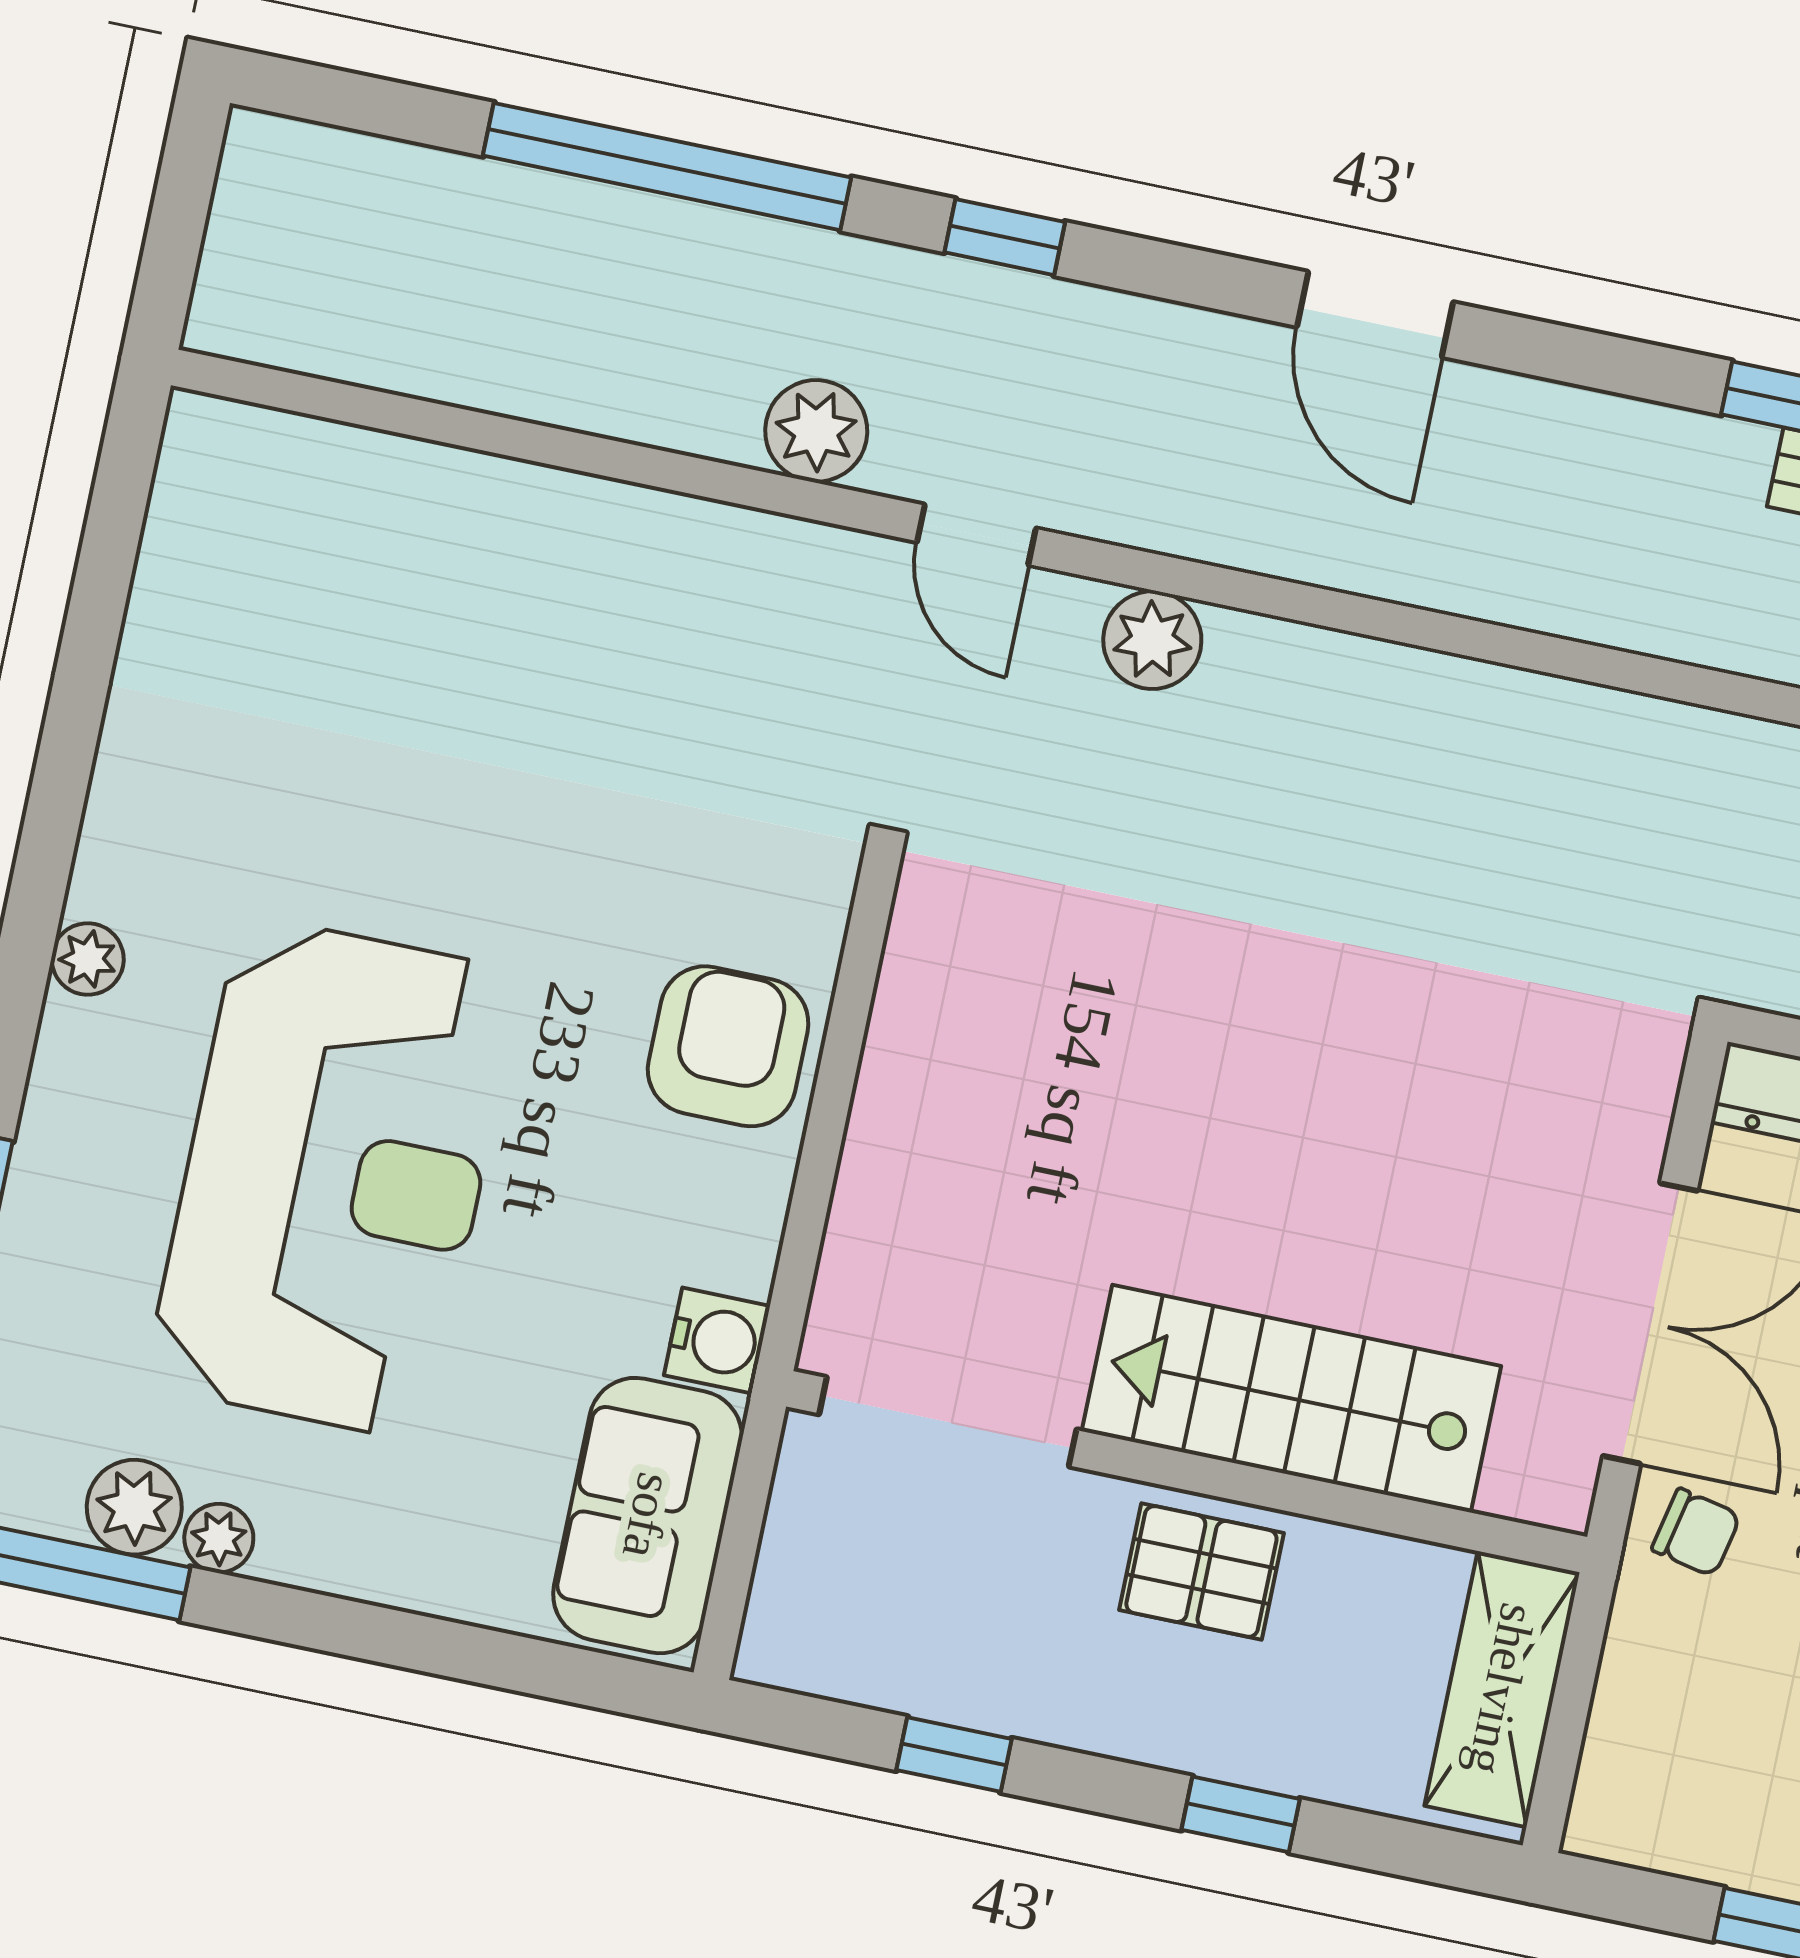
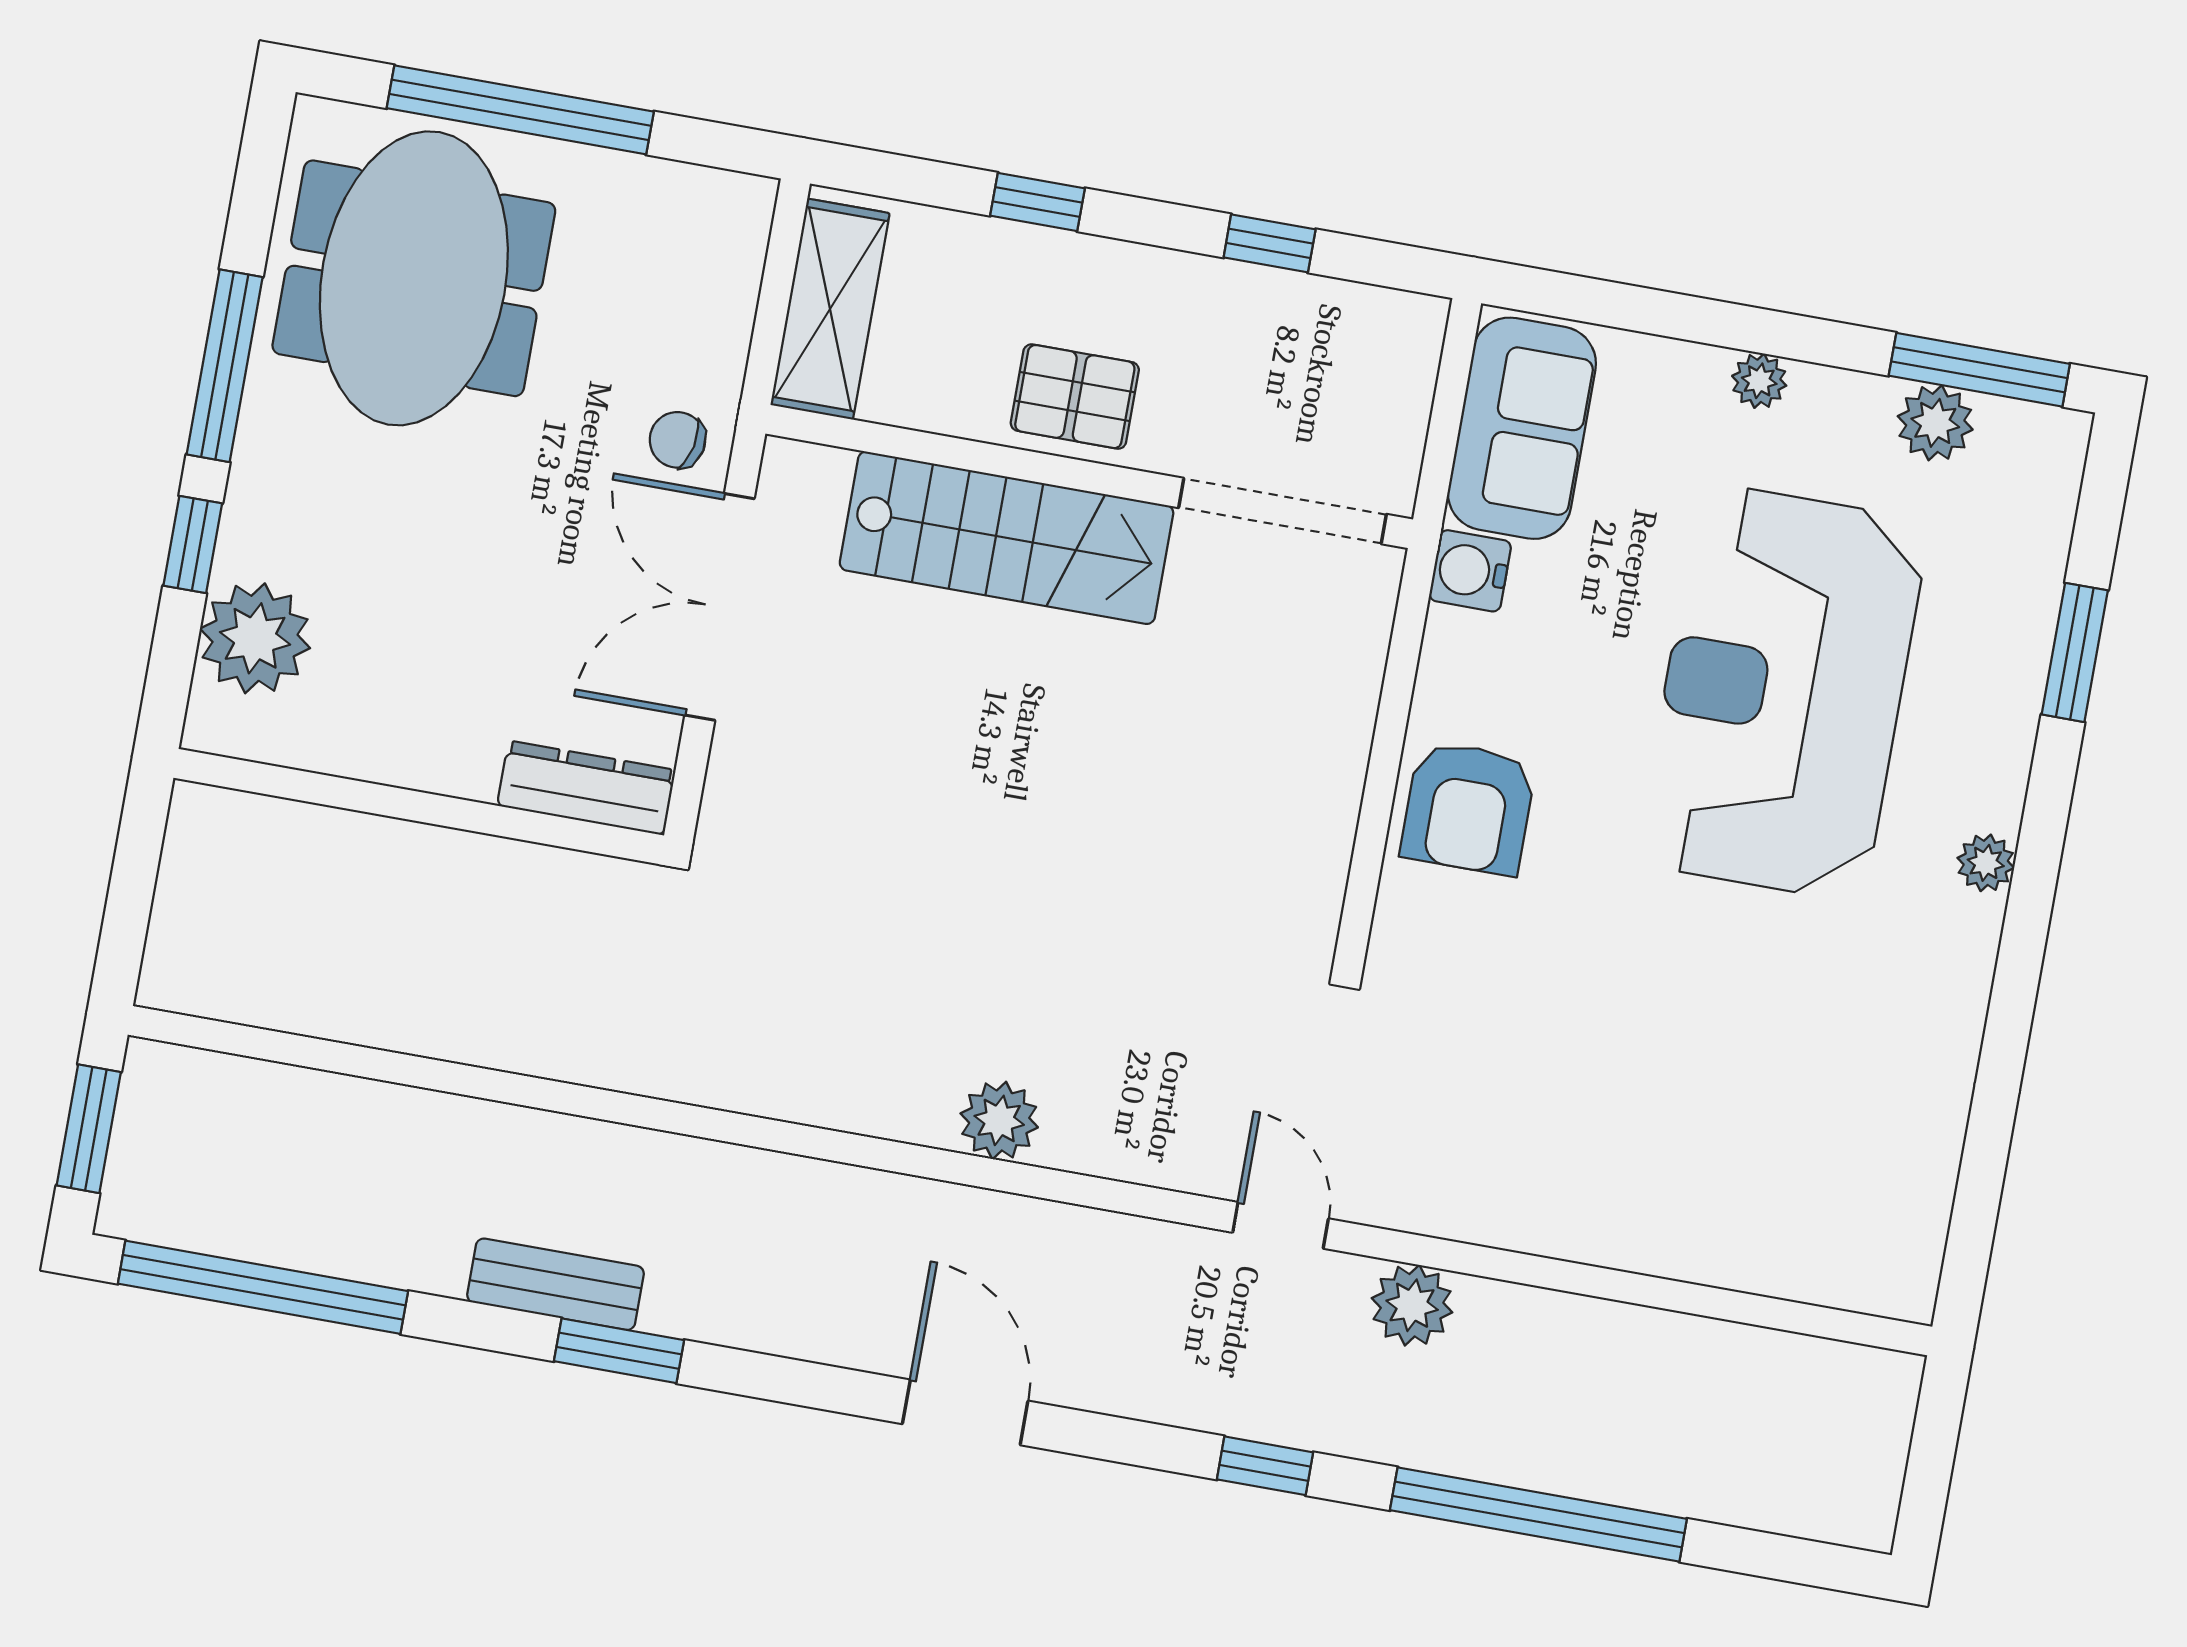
plant: (1152, 640) -> (999, 1120), moved
plant: (219, 1538) -> (1759, 381), moved

